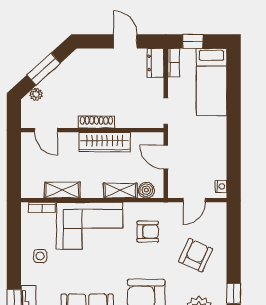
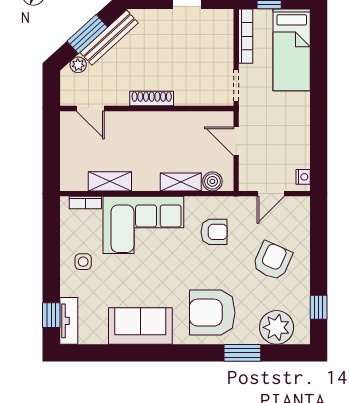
dresser: (155, 63) -> (224, 27), removed
bookcase: (174, 63) -> (246, 36), width x1.56
bench: (62, 72) -> (109, 38), added
wardrobe: (105, 142) -> (162, 123), removed

